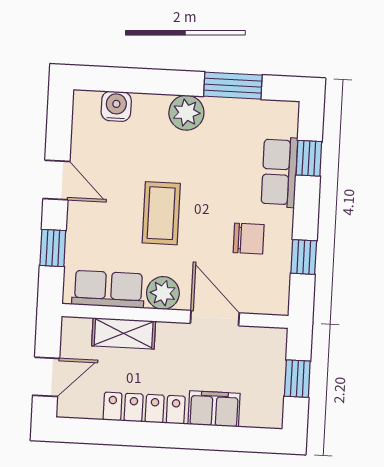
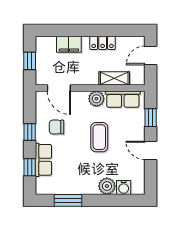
plant: (186, 113) -> (107, 186), moved
window: (304, 257) -> (30, 132), moved
door: (215, 318) -> (59, 88), moved
locker: (144, 408) -> (103, 43), width x0.66

